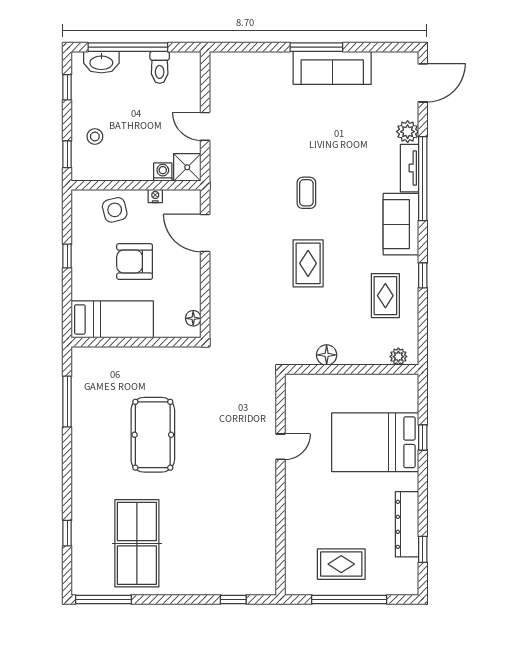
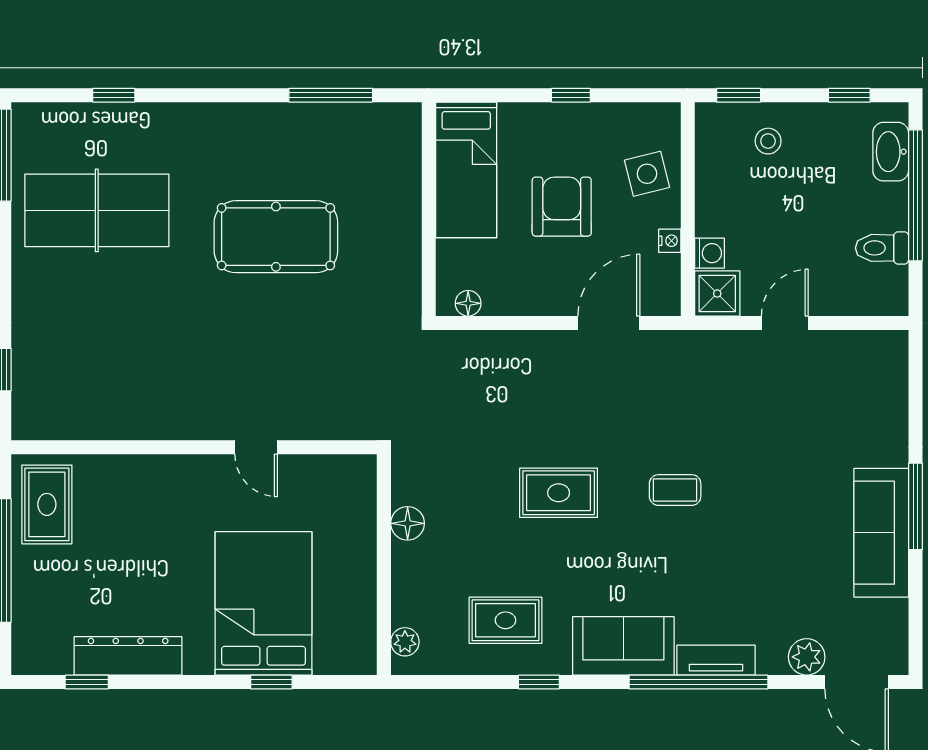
plant: (408, 132) -> (807, 657), moved
rug: (341, 564) -> (47, 504), moved

